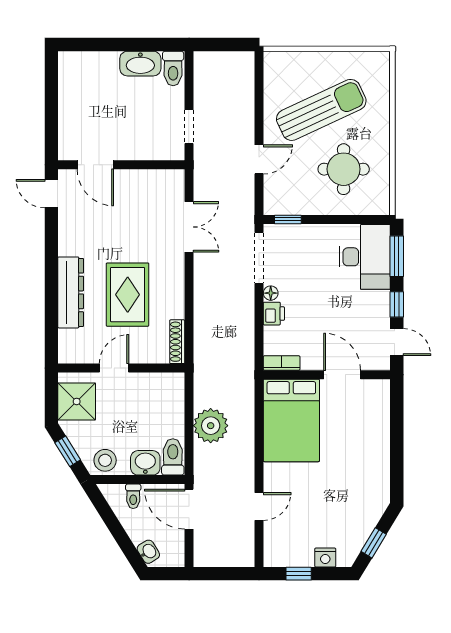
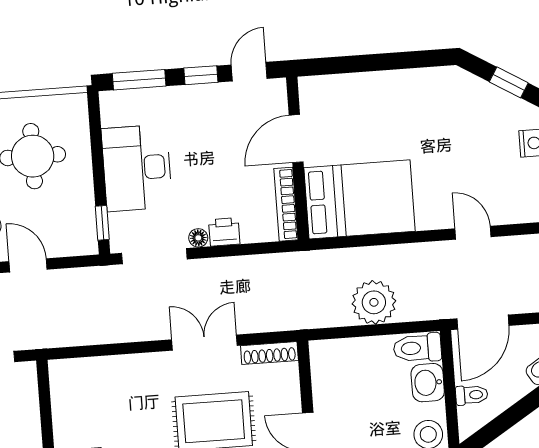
double door: (189, 227) -> (204, 343), moved
desk: (365, 257) -> (137, 168), moved, turned -90
bookcase: (282, 363) -> (286, 204), width x1.56

